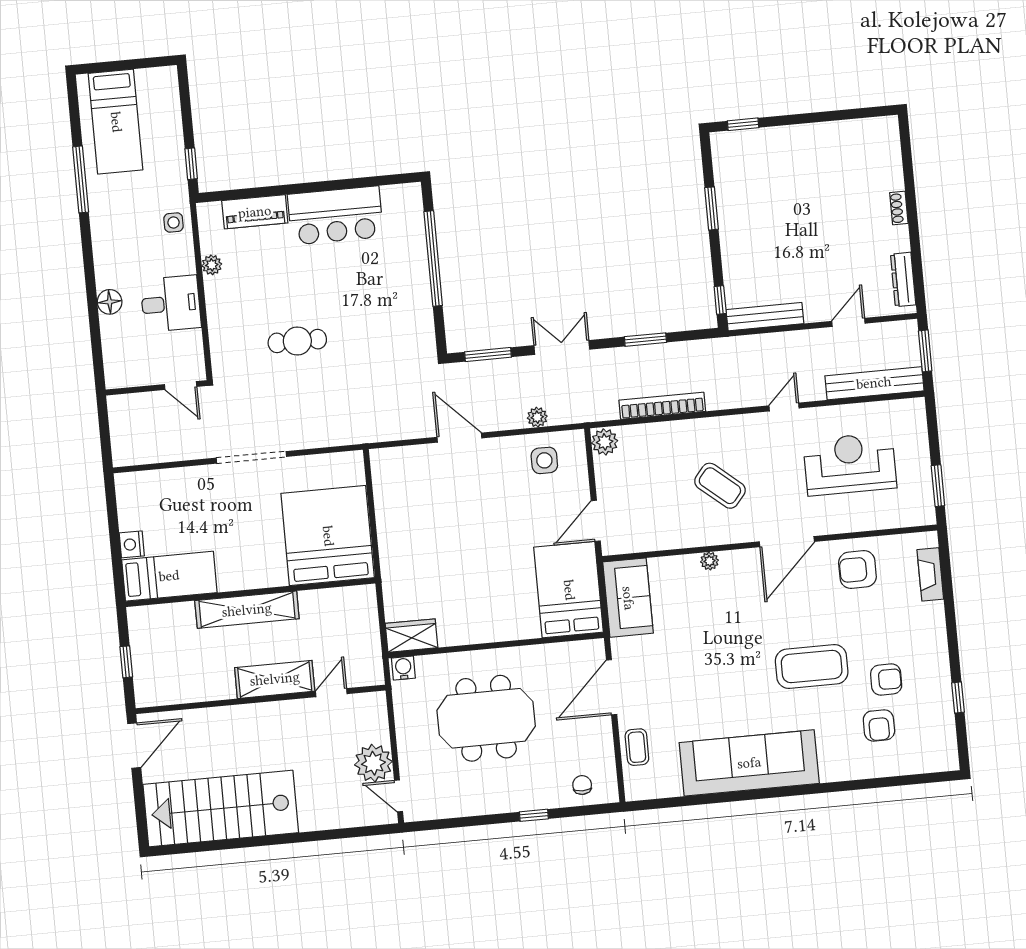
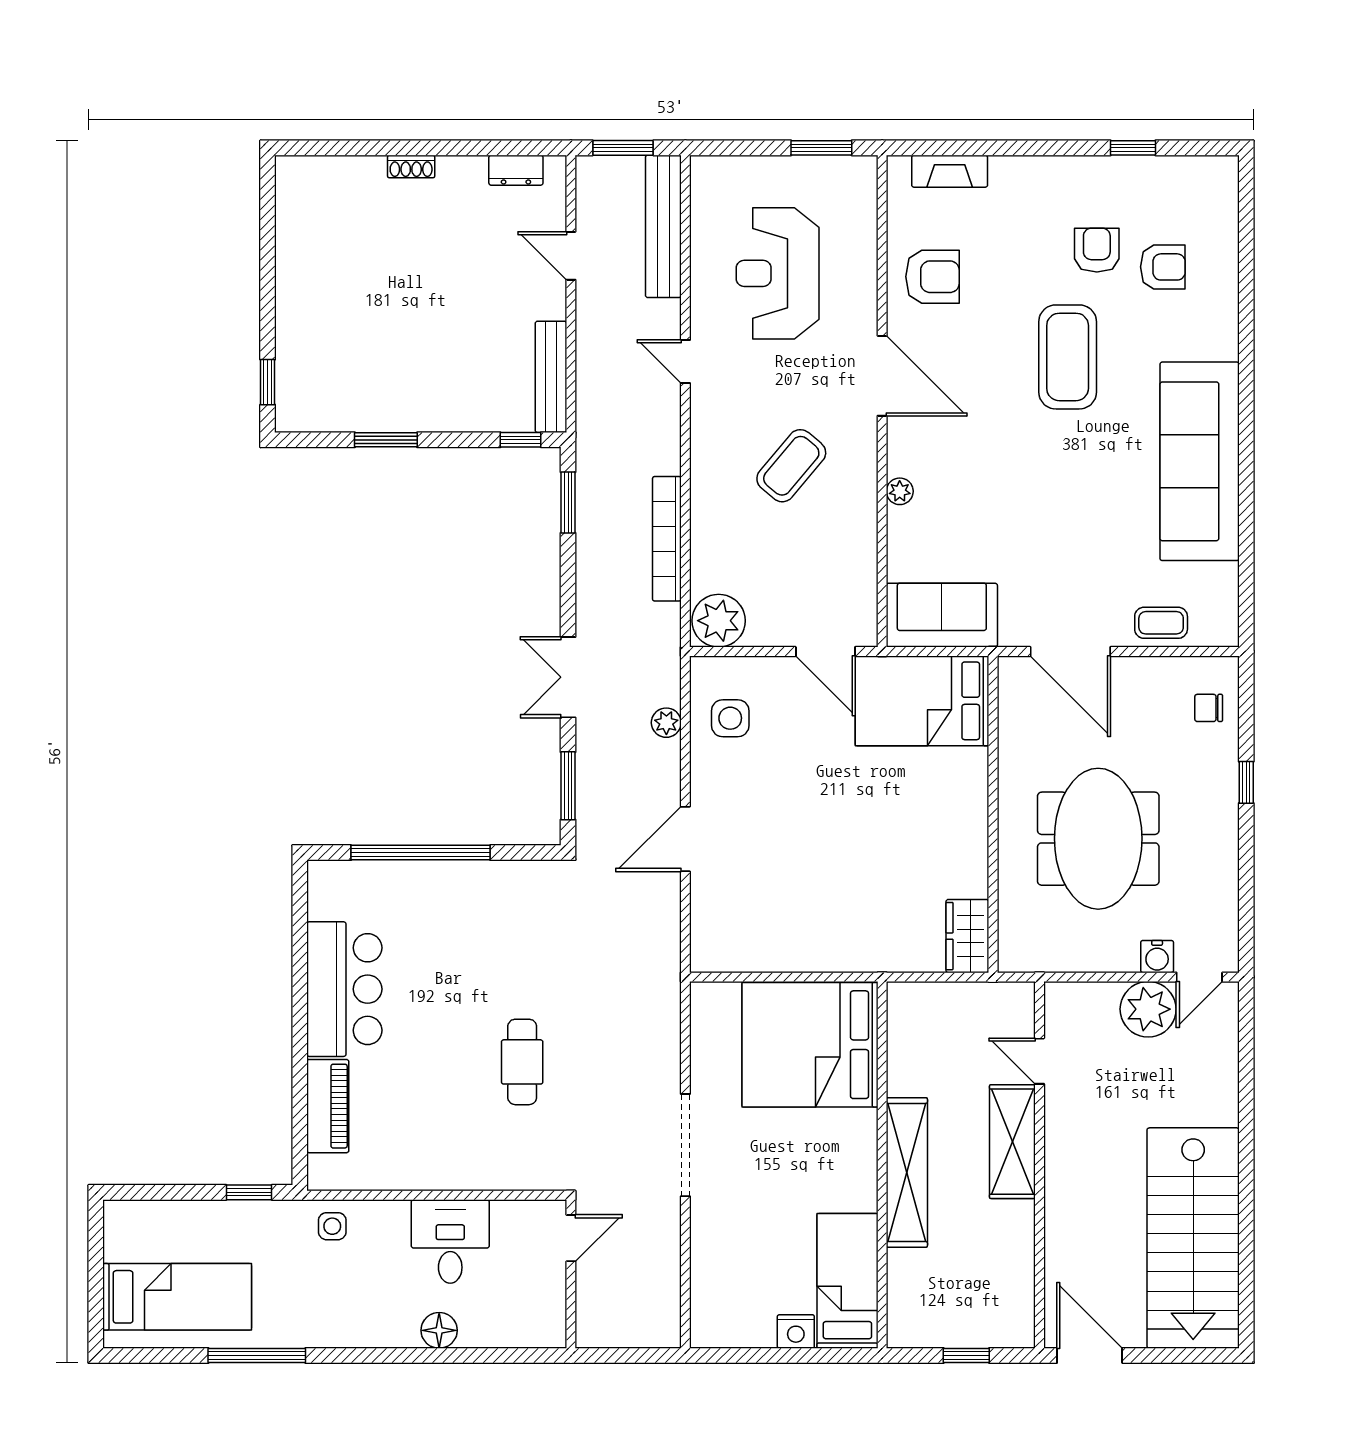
plant: (212, 265) -> (399, 1176), removed
dresser: (903, 279) -> (516, 170), width x0.70
window: (645, 340) -> (568, 503), moved
plant: (605, 442) -> (719, 621), width x1.36, depth x1.36
armchair: (857, 570) -> (932, 277), turned -90
water cooler: (403, 668) -> (1157, 957), moved, turned -90

